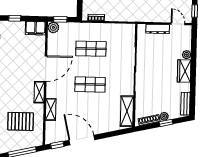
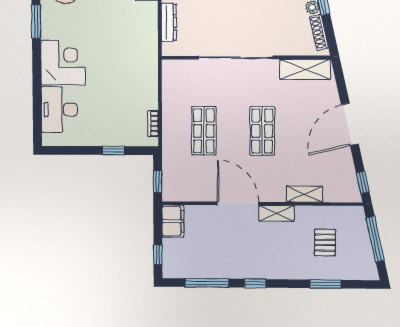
plant: (53, 27) -> (171, 192), removed
pallet: (21, 121) -> (325, 243), width x0.67, depth x0.71
door: (82, 140) -> (350, 124), moved

